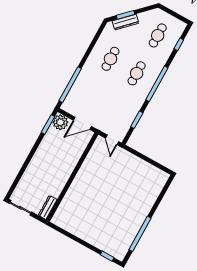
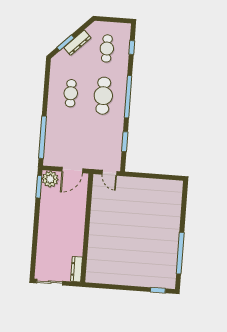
dresser: (125, 22) -> (77, 43), moved
cafe table: (137, 73) -> (103, 96), width x1.37, depth x1.35

